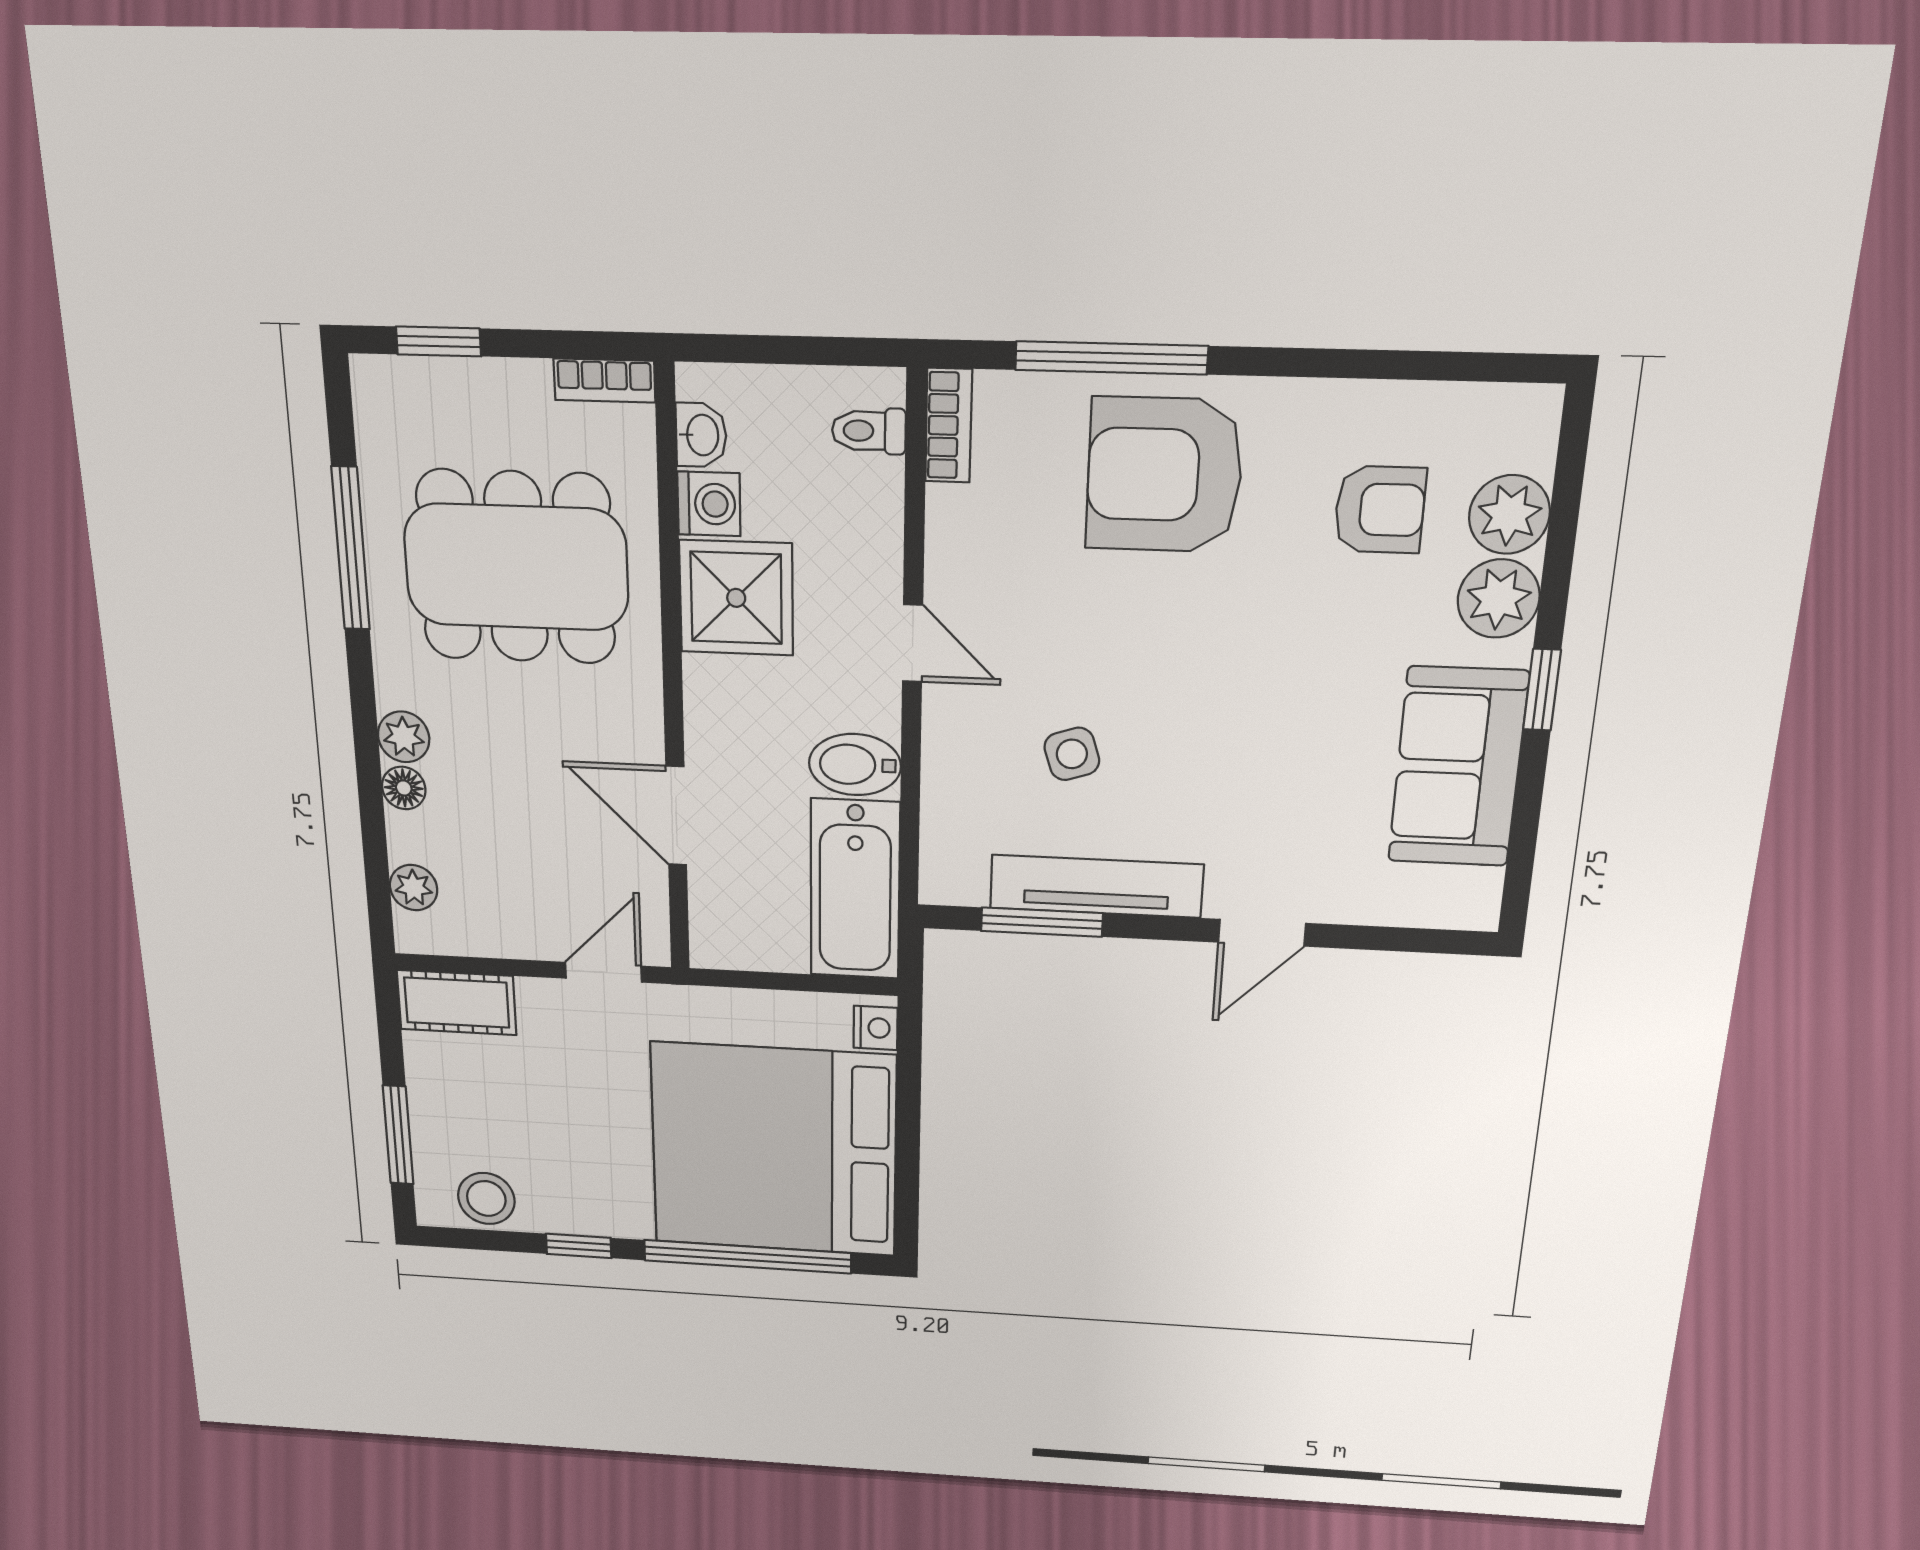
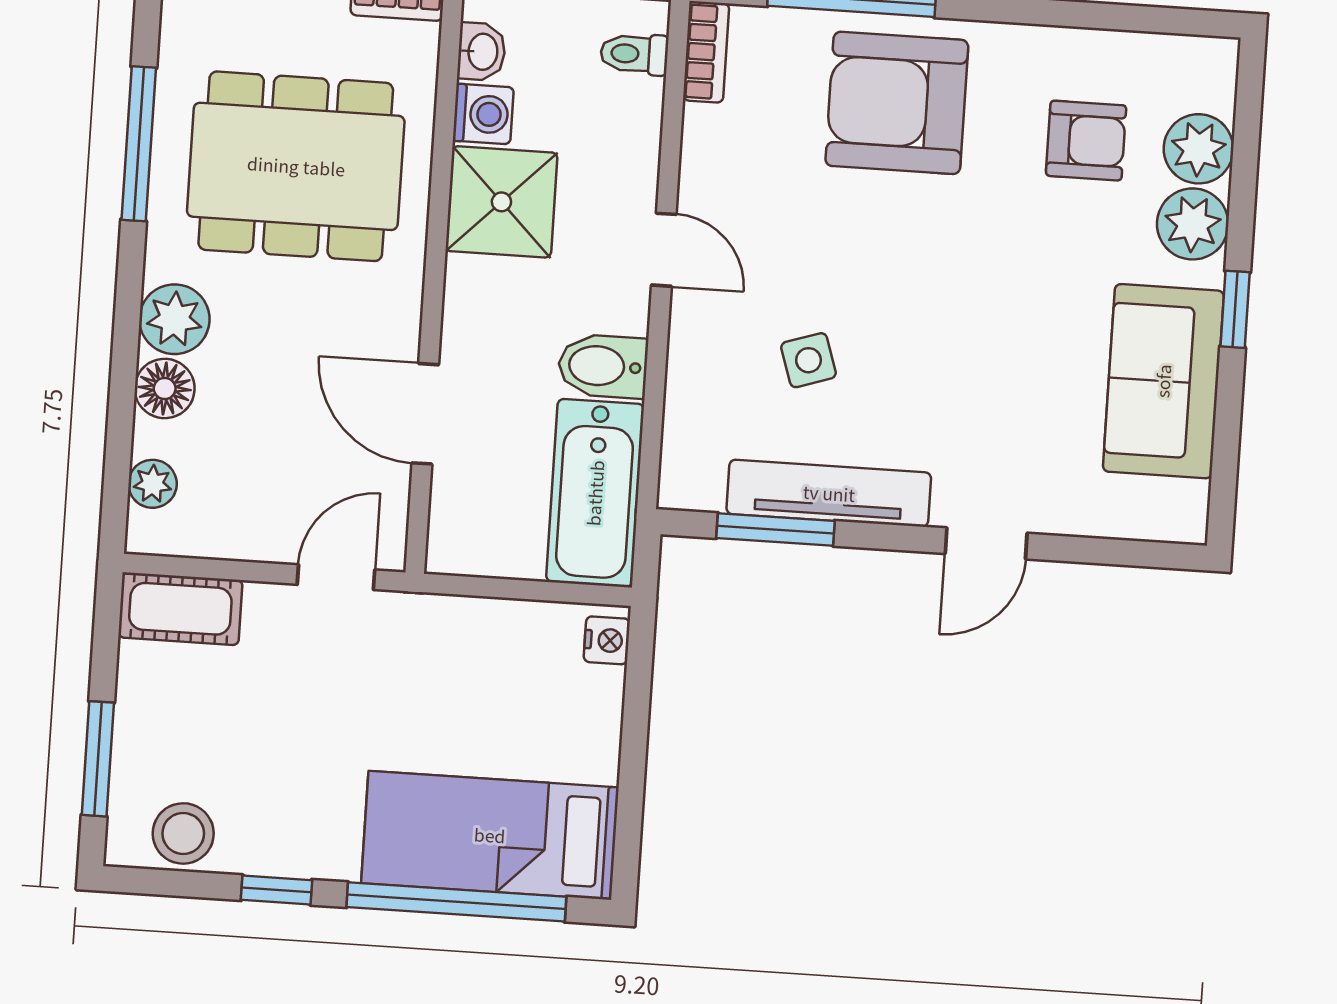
plant: (404, 737) -> (174, 319), width x1.38, depth x1.38
floor lamp: (404, 788) -> (165, 389), width x1.37, depth x1.37
bed: (774, 1150) -> (490, 835), width x0.49

